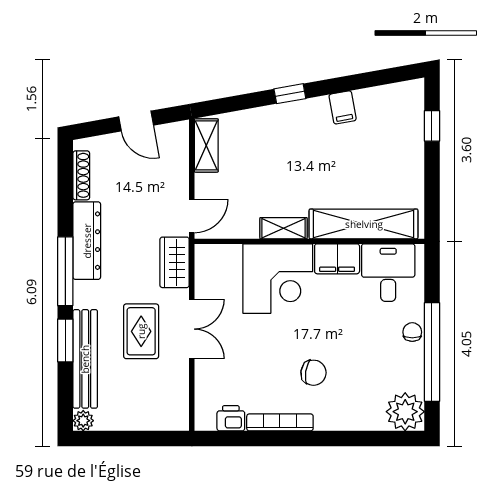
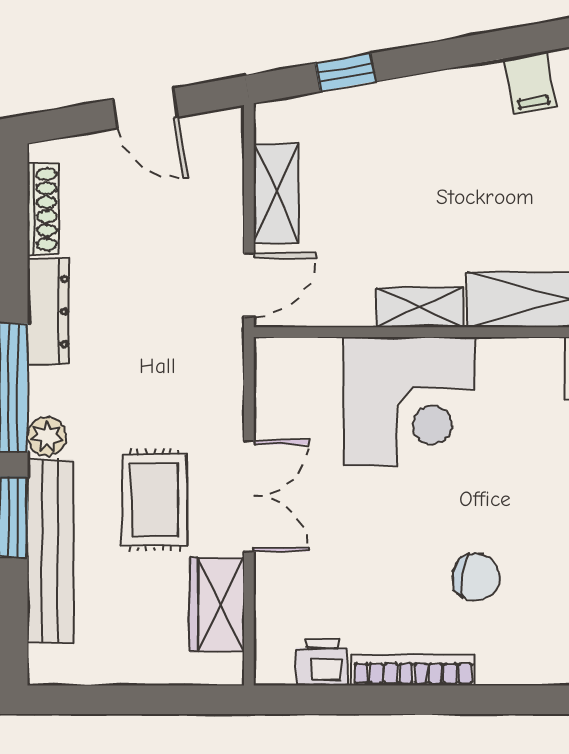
window: (290, 94) -> (345, 72), moved
shelving: (206, 145) -> (276, 193), moved
dresser: (87, 241) -> (48, 312), width x0.73, depth x0.80
filing cabinet: (337, 259) -> (520, 365), removed
wardrobe: (175, 262) -> (217, 604), moved
plant: (83, 421) -> (47, 436), moved

